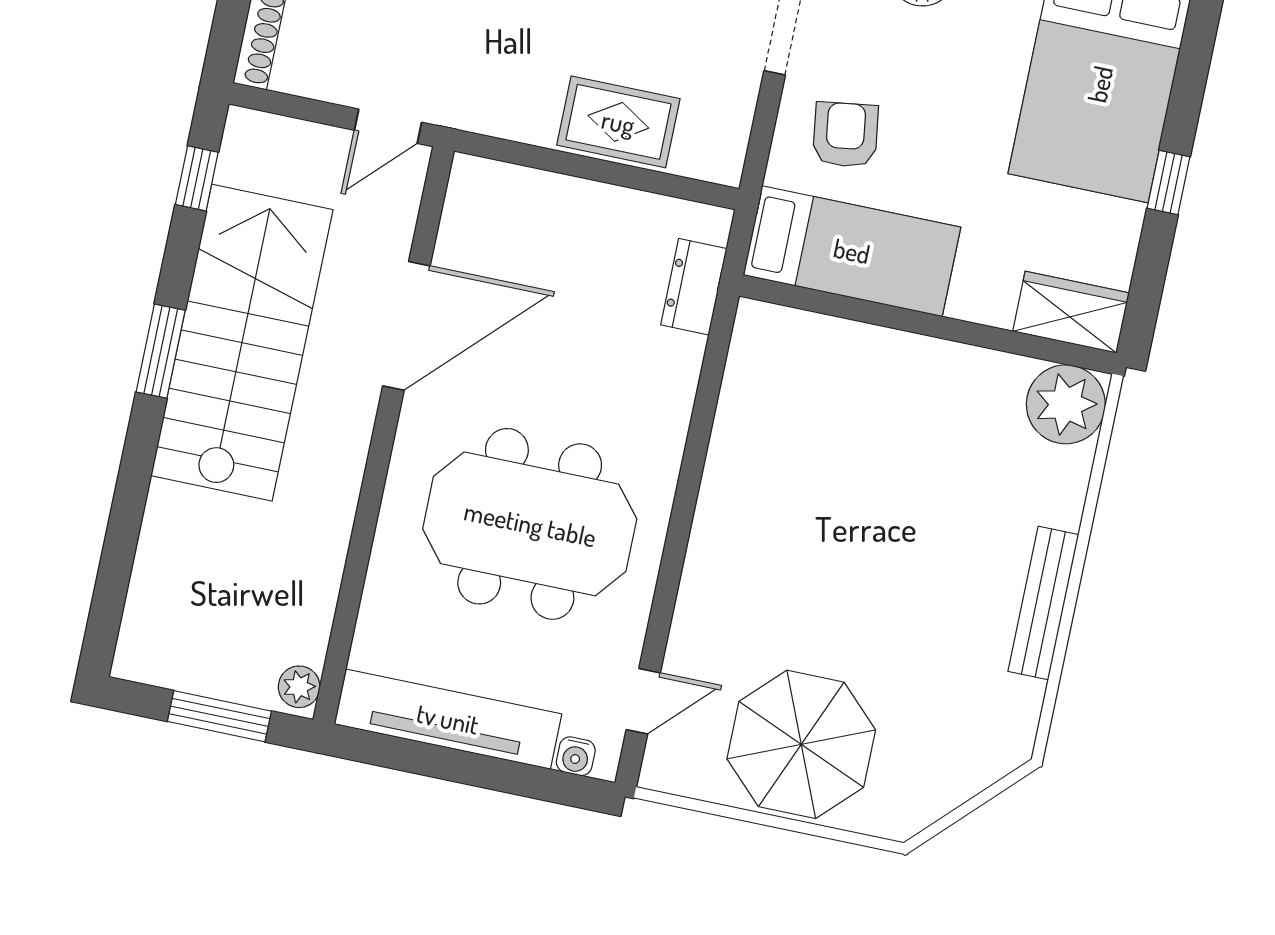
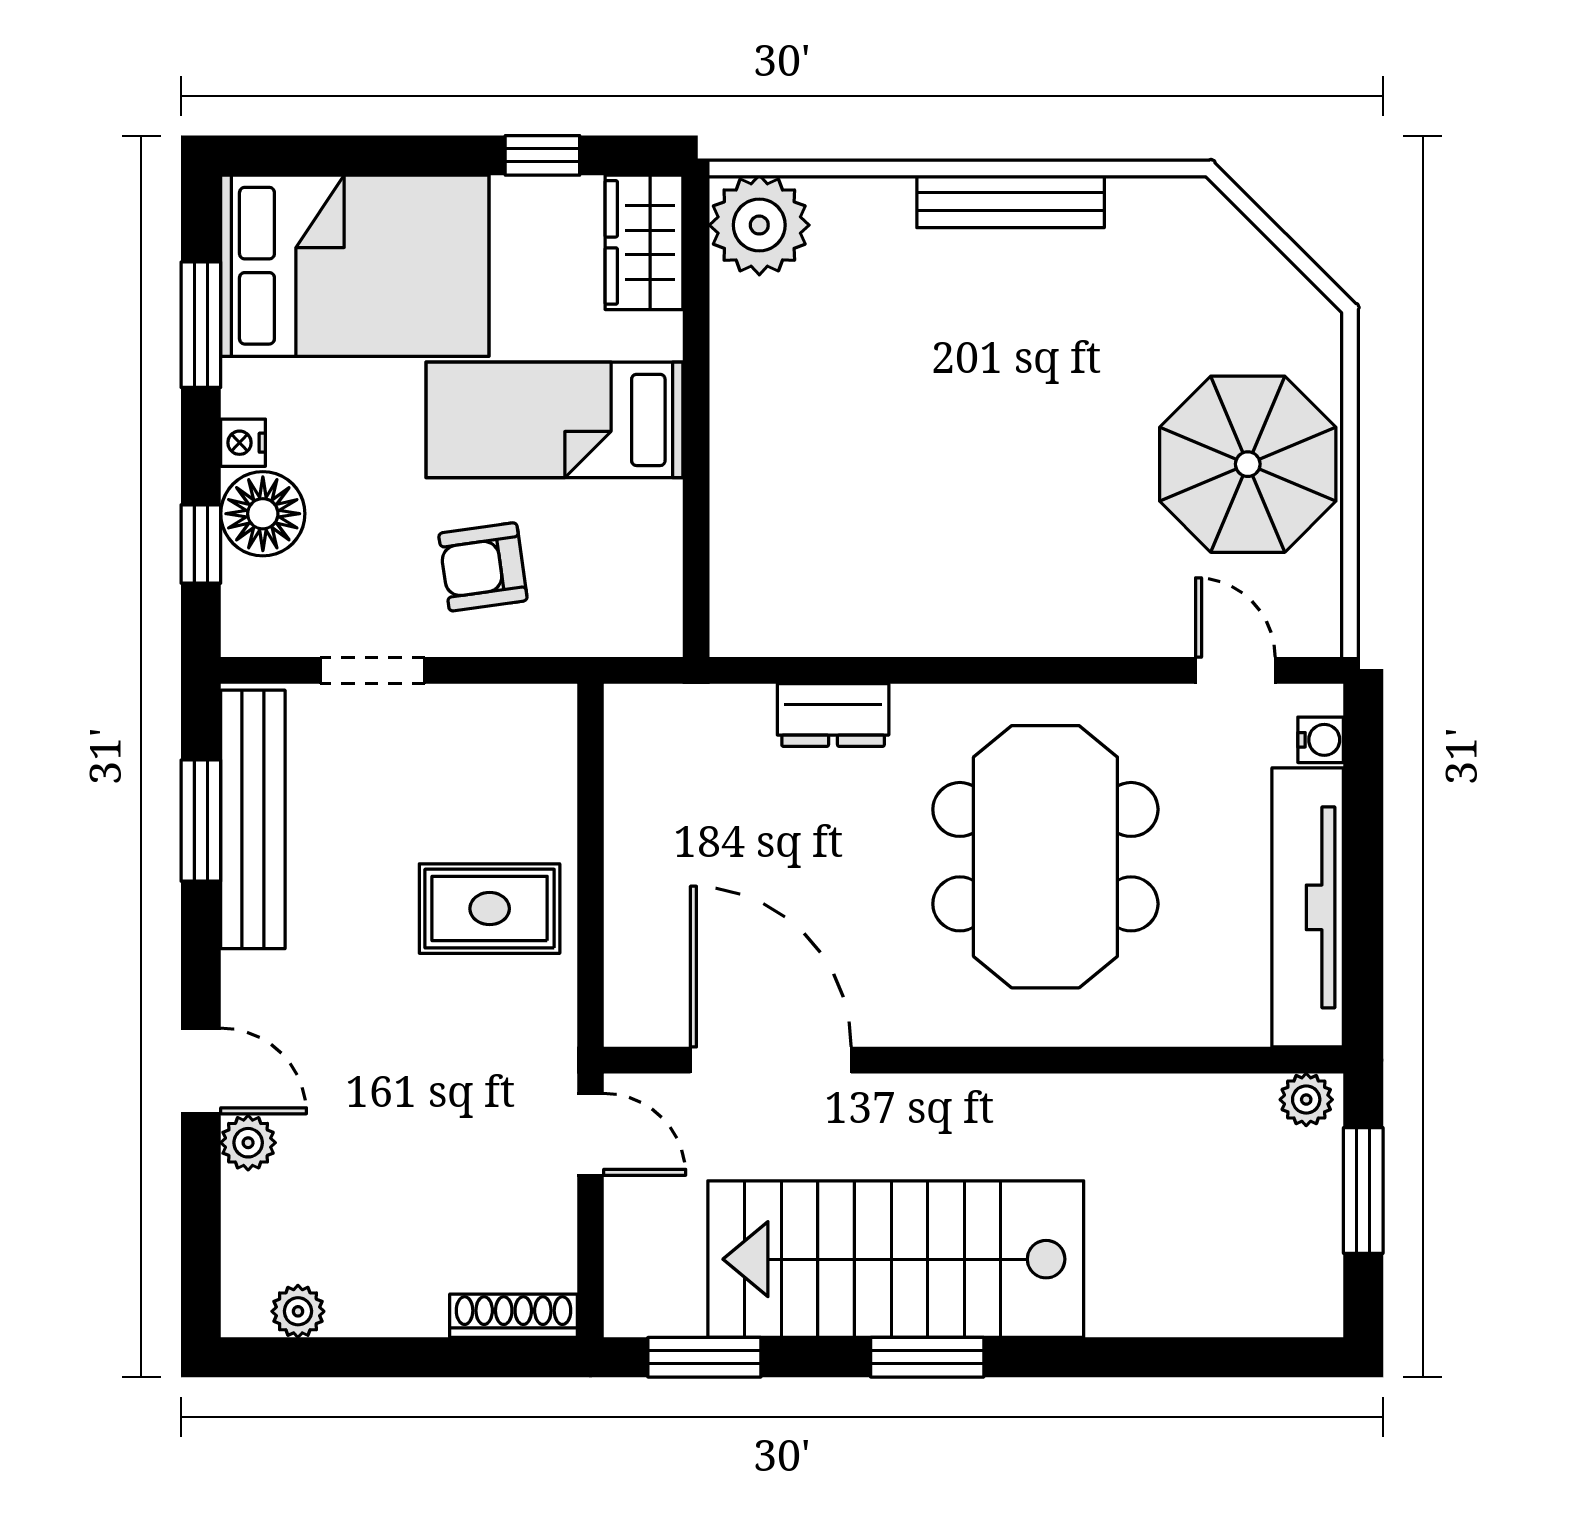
rug: (618, 122) -> (490, 909), moved, turned 90
window: (197, 178) -> (704, 1357), width x1.50
window: (1168, 183) -> (542, 155), moved
bed: (852, 251) -> (555, 420), moved, turned -90
dresser: (694, 287) -> (833, 715), moved
door: (406, 326) -> (771, 1060), moved

